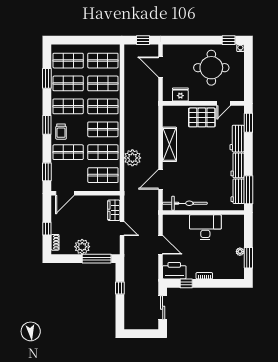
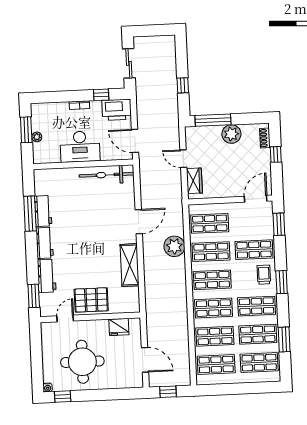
bicycle: (185, 203) -> (107, 175), moved
wall: (203, 213) -> (83, 164), moved
desk: (205, 227) -> (80, 147), moved

